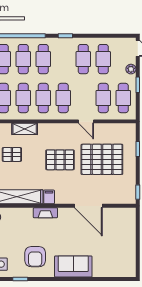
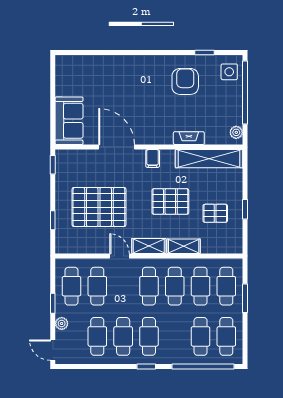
cafe table: (43, 59) -> (149, 336), moved
shelving: (25, 129) -> (184, 246), moved
shelving: (63, 129) -> (149, 246), added
pallet: (60, 160) -> (170, 201), moved
filing cabinet: (49, 197) -> (153, 159), moved
fireplace: (45, 213) -> (189, 138), moved
sofa: (73, 266) -> (69, 121), moved, turned -90

